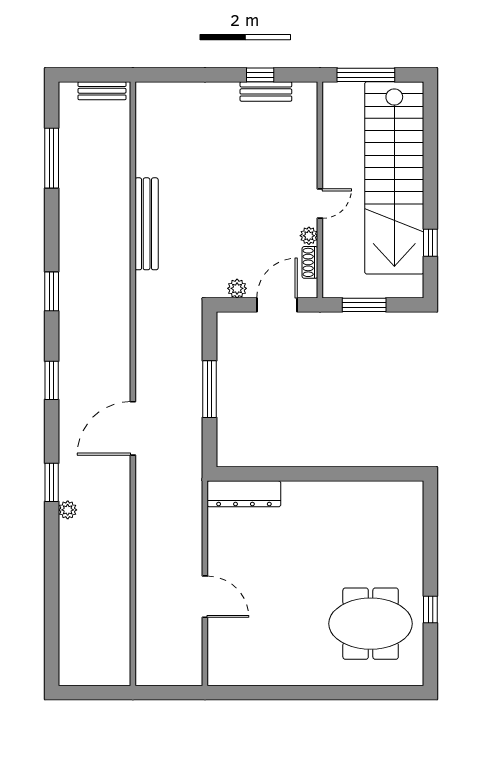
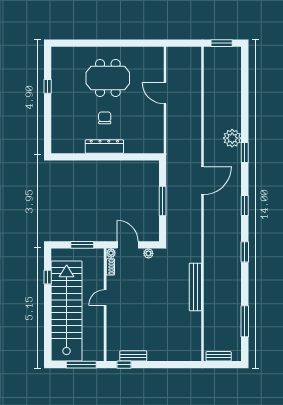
window: (260, 75) -> (124, 365), moved
plant: (309, 236) -> (111, 253), moved
door: (277, 305) -> (128, 245), swing flipped
dresser: (244, 494) -> (104, 147), moved
plant: (68, 510) -> (232, 138), width x1.87, depth x1.87
chair: (321, 549) -> (105, 118), added
meeting table: (371, 624) -> (108, 78), moved
window: (96, 693) -> (222, 43), added

